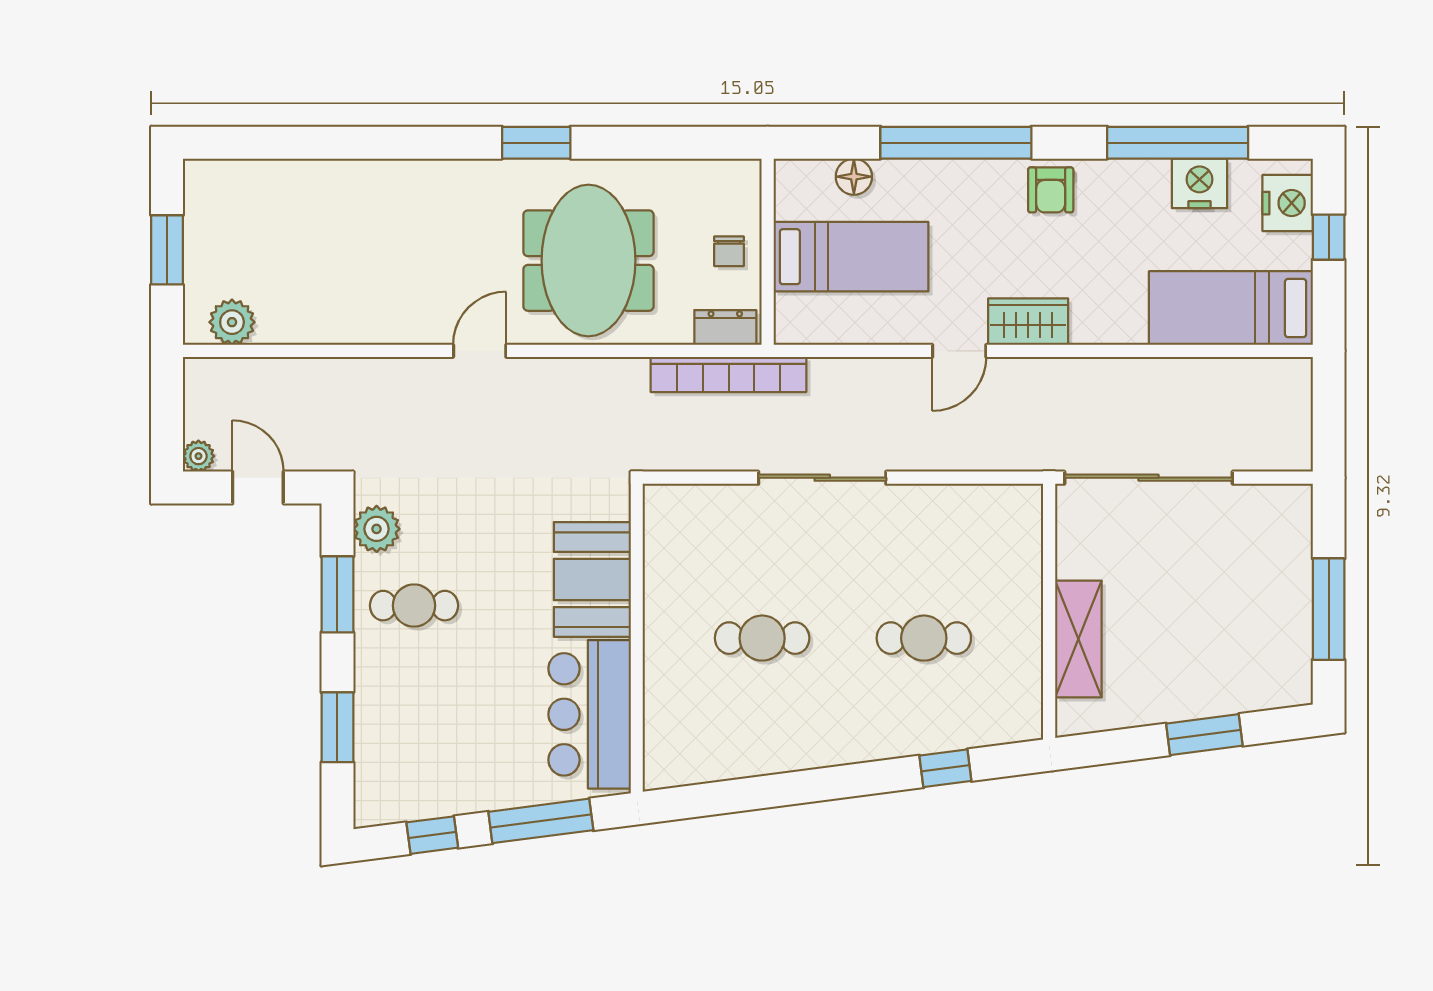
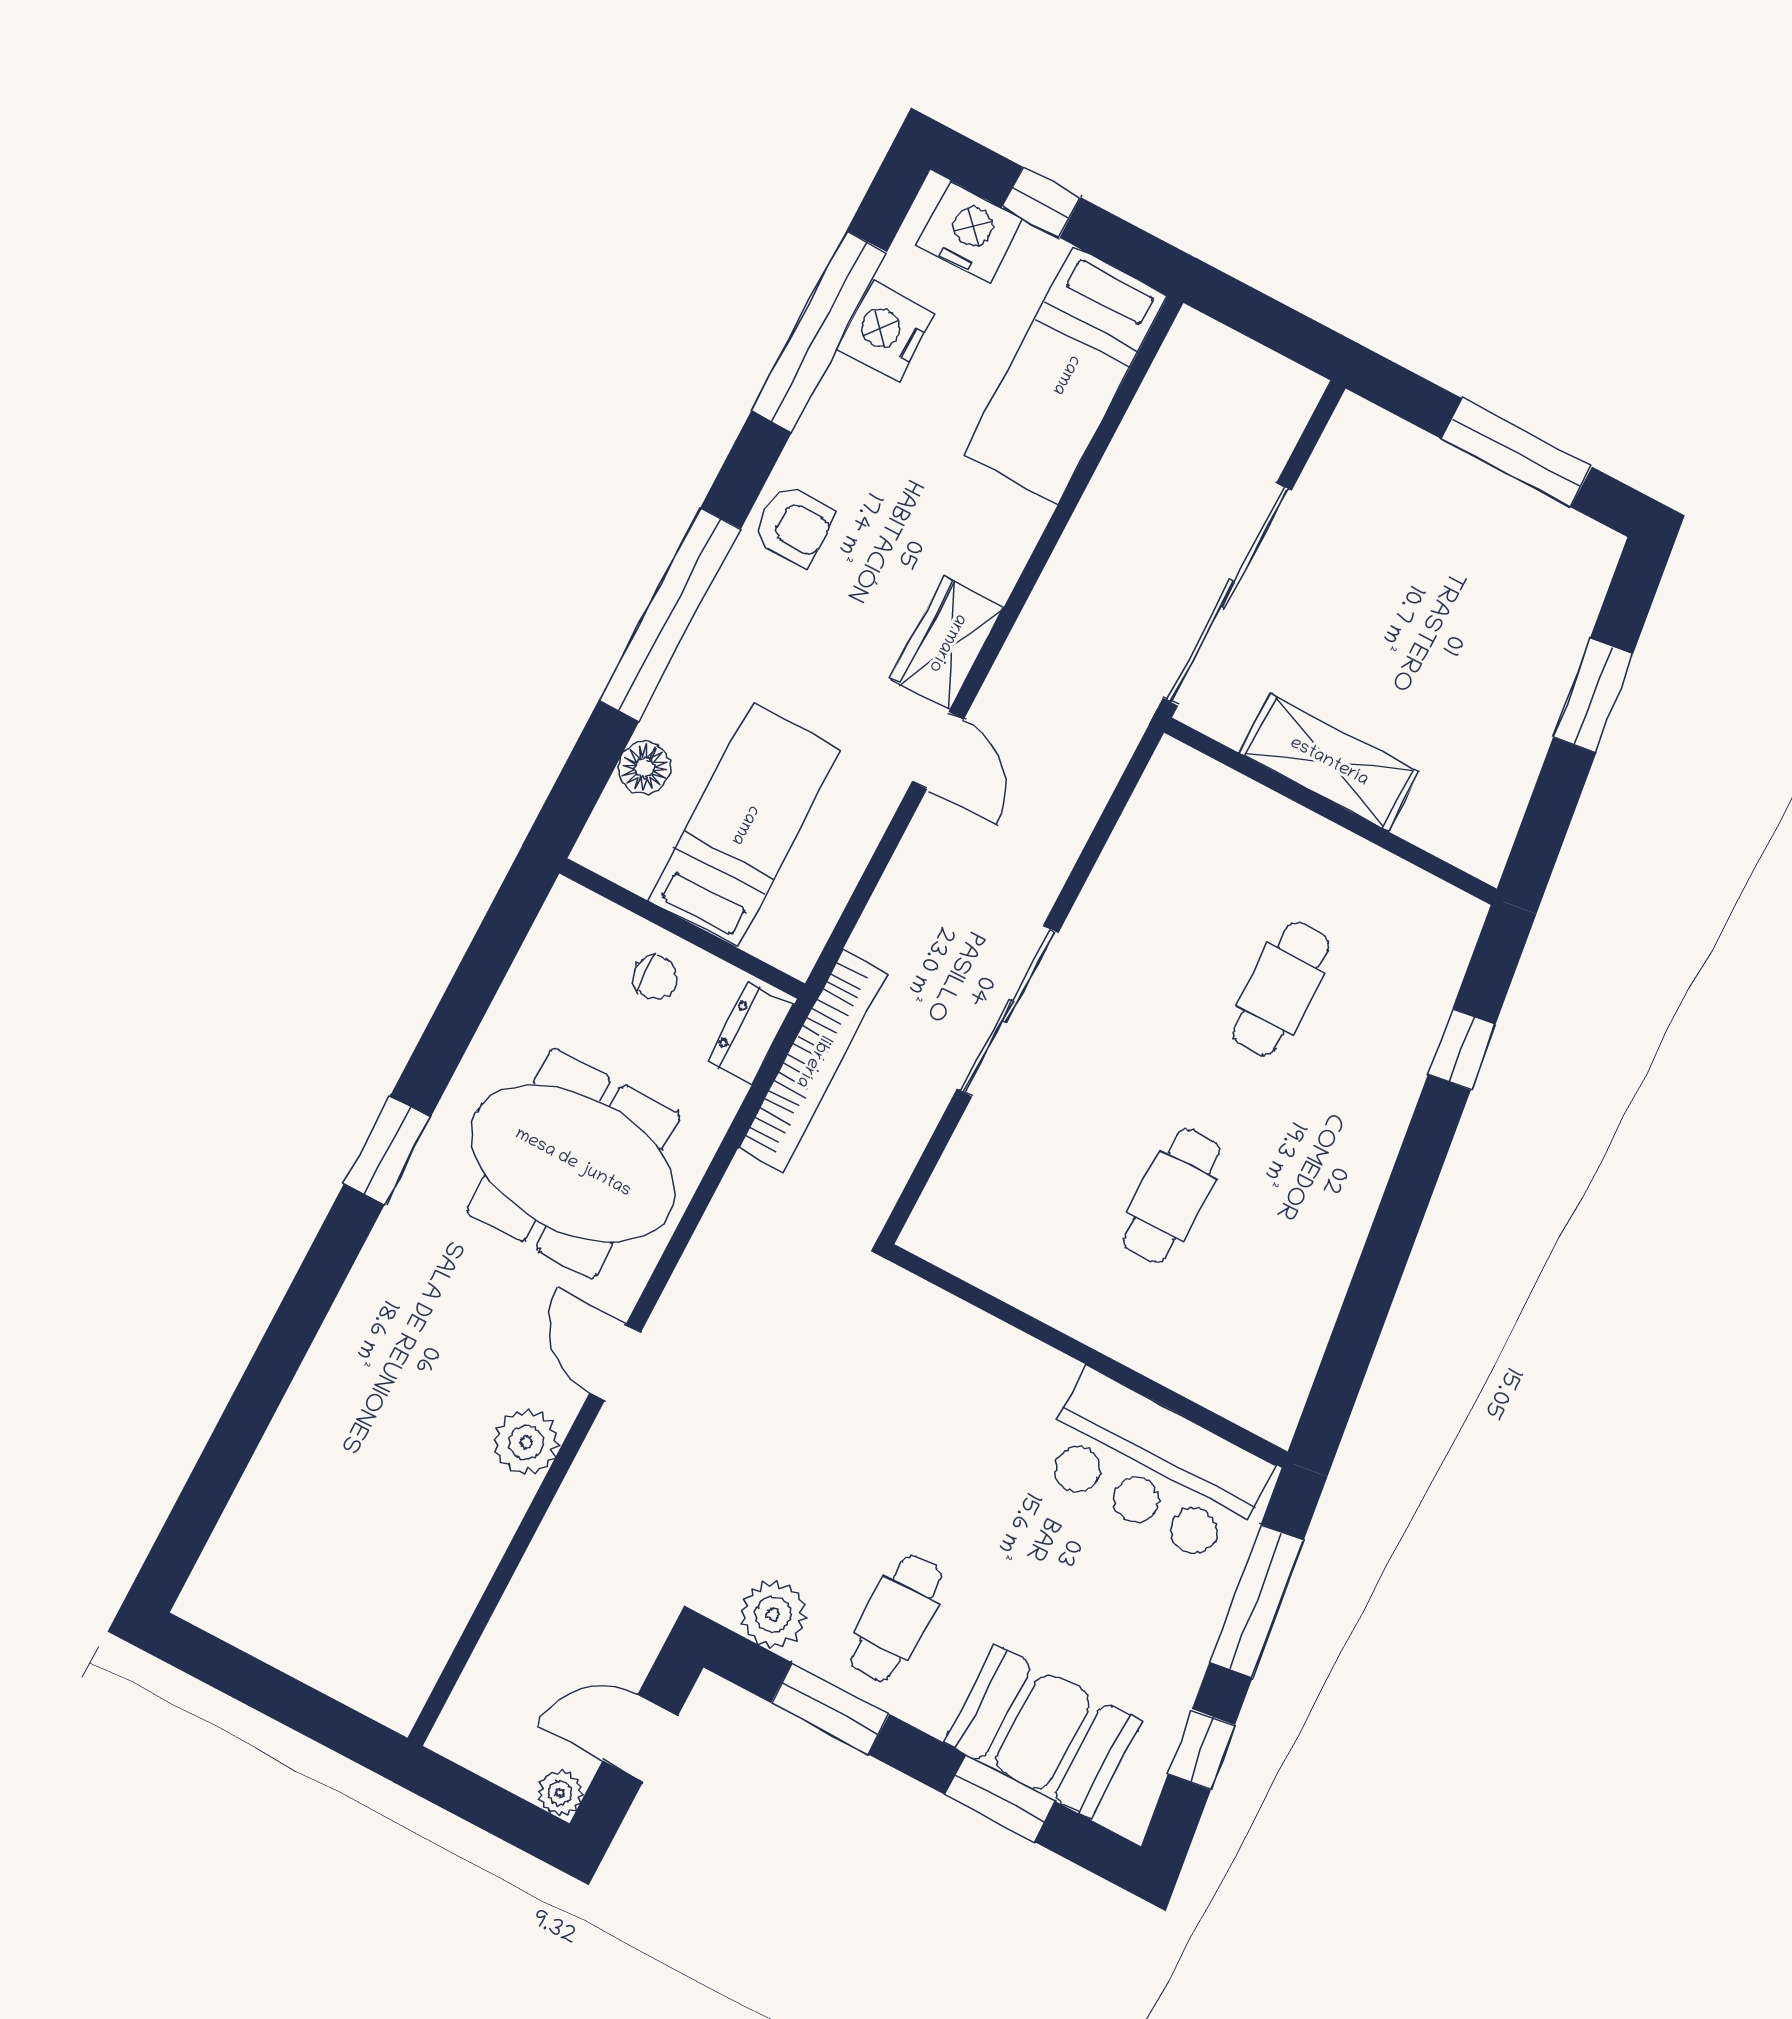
window: (167, 250) -> (276, 1694), removed
plant: (232, 322) -> (526, 1442), moved
booth: (592, 579) -> (1043, 1732), moved
shelving: (1078, 639) -> (1329, 762), moved

